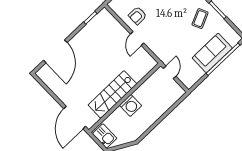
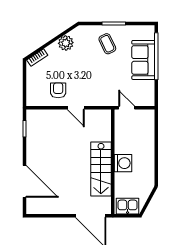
armchair: (137, 16) -> (58, 90), turned 180

